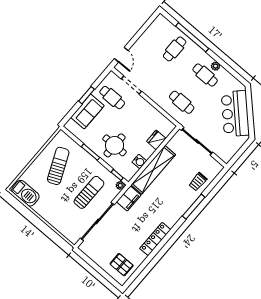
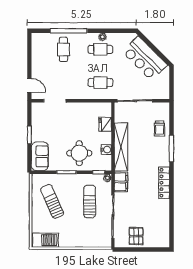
cafe table: (112, 98) -> (49, 121), removed
sofa: (87, 111) -> (40, 156), moved
locker: (155, 239) -> (164, 183), moved
pallet: (122, 265) -> (136, 236), moved, turned 90

